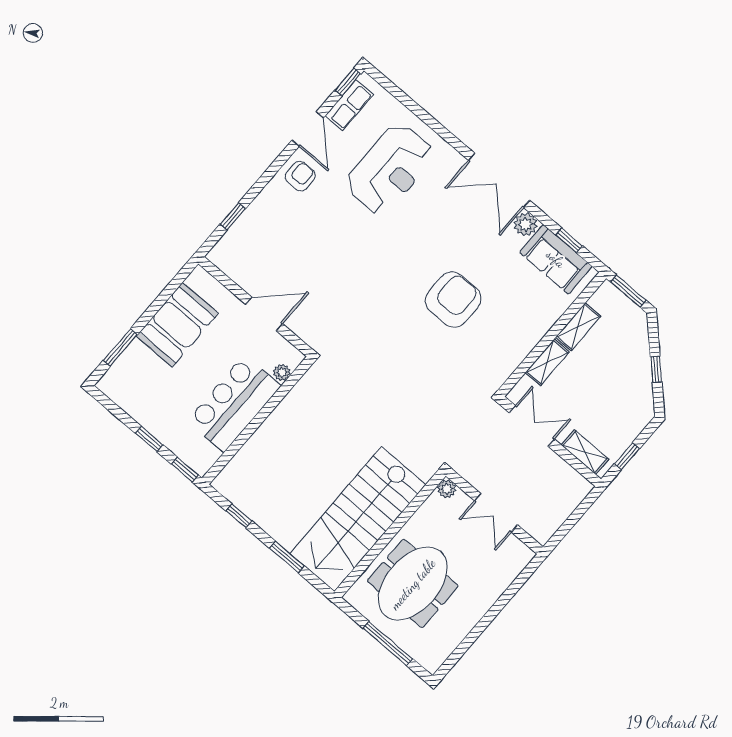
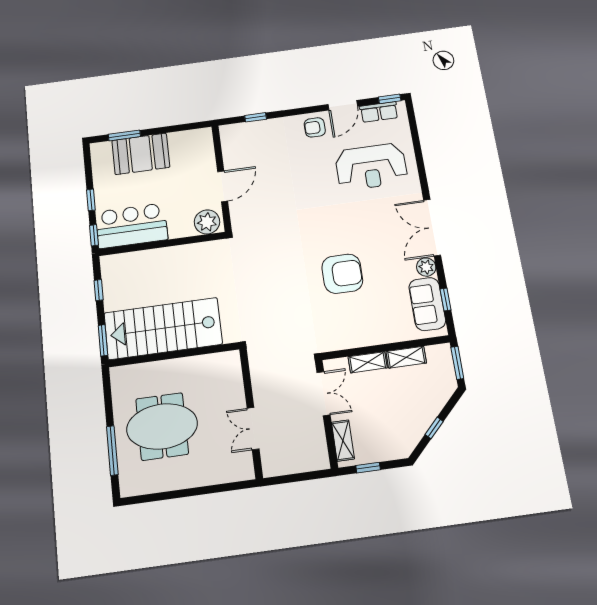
armchair: (300, 176) -> (315, 127), turned 180
door: (264, 314) -> (223, 186), hinge flipped
booth: (177, 325) -> (141, 154), moved
plant: (282, 372) -> (207, 222), width x1.88, depth x1.88
bar counter: (234, 403) -> (132, 226), moved
plant: (447, 489) -> (236, 386), removed
stairs: (358, 519) -> (163, 328), moved
wall: (390, 534) -> (174, 355), moved

